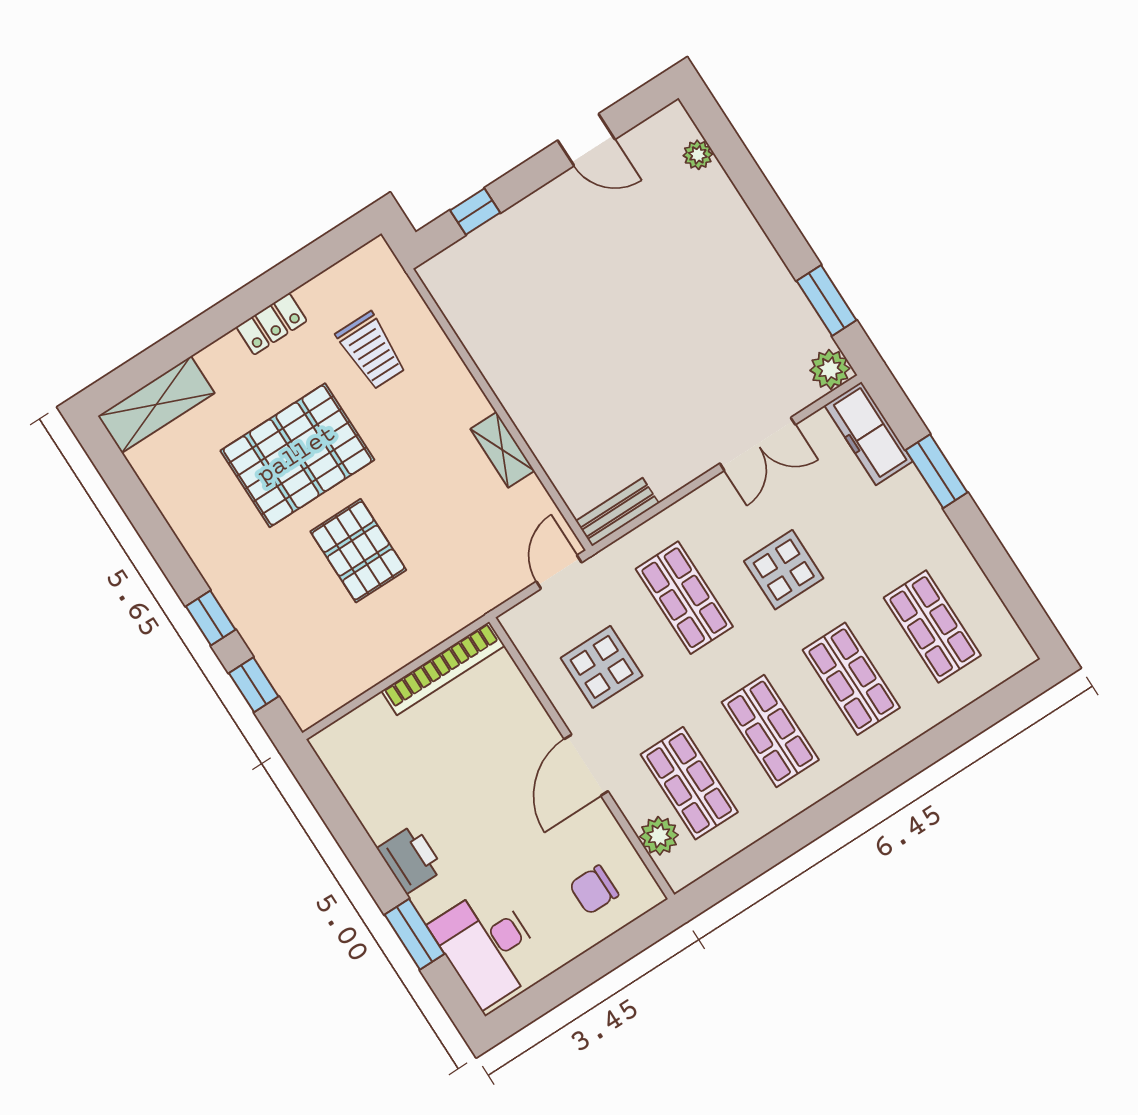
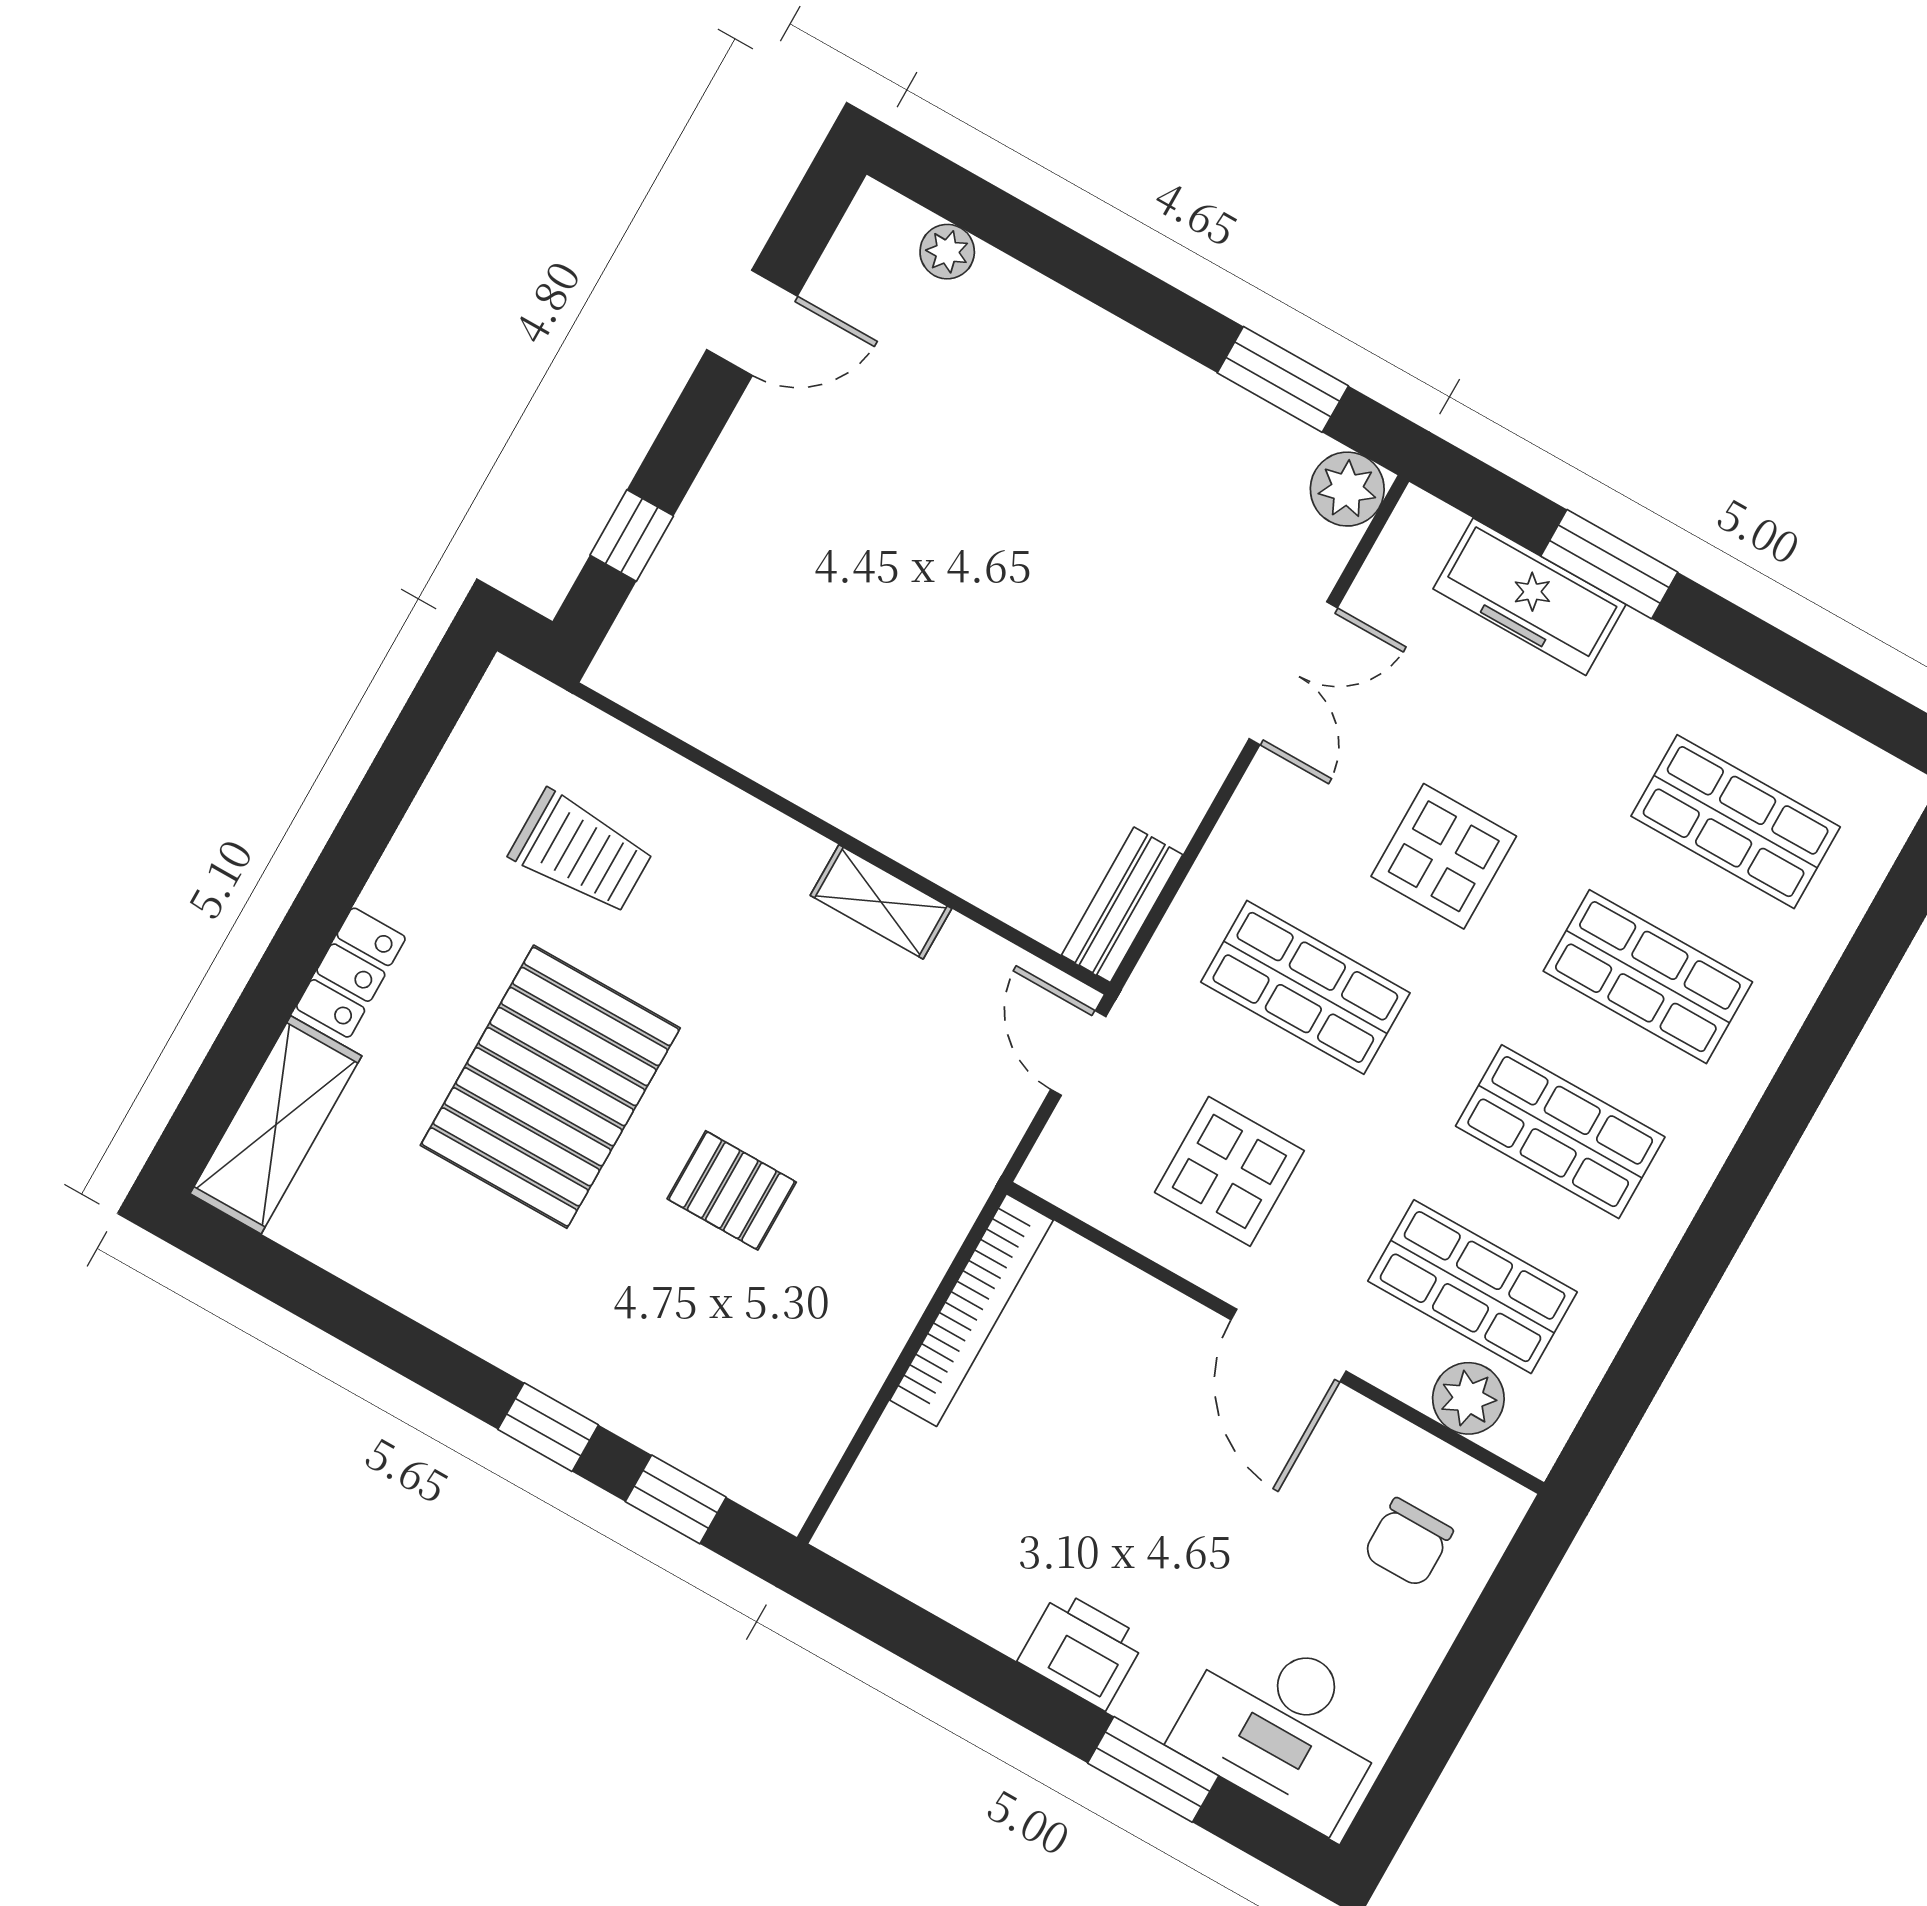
locker: (272, 324) -> (351, 973), moved
freezer: (869, 433) -> (1530, 597), moved
pallet: (358, 551) -> (732, 1190), width x0.67, depth x0.71

